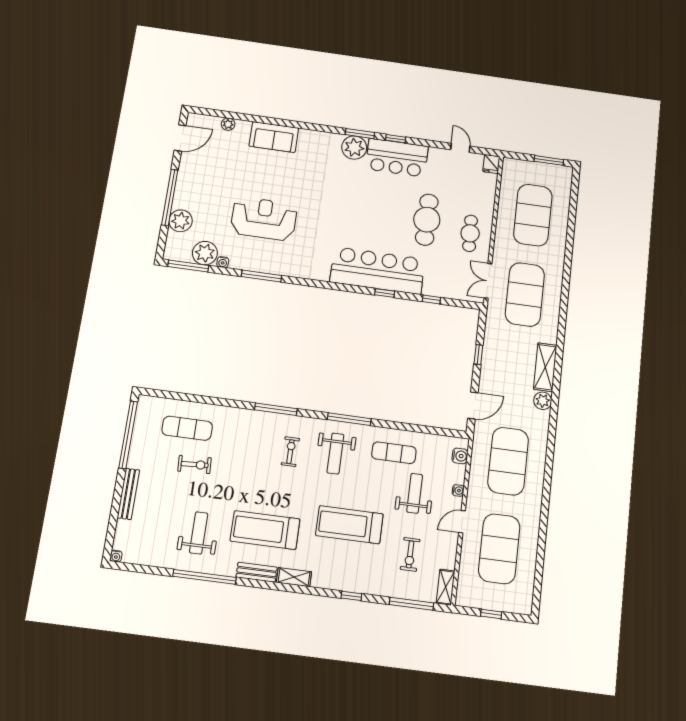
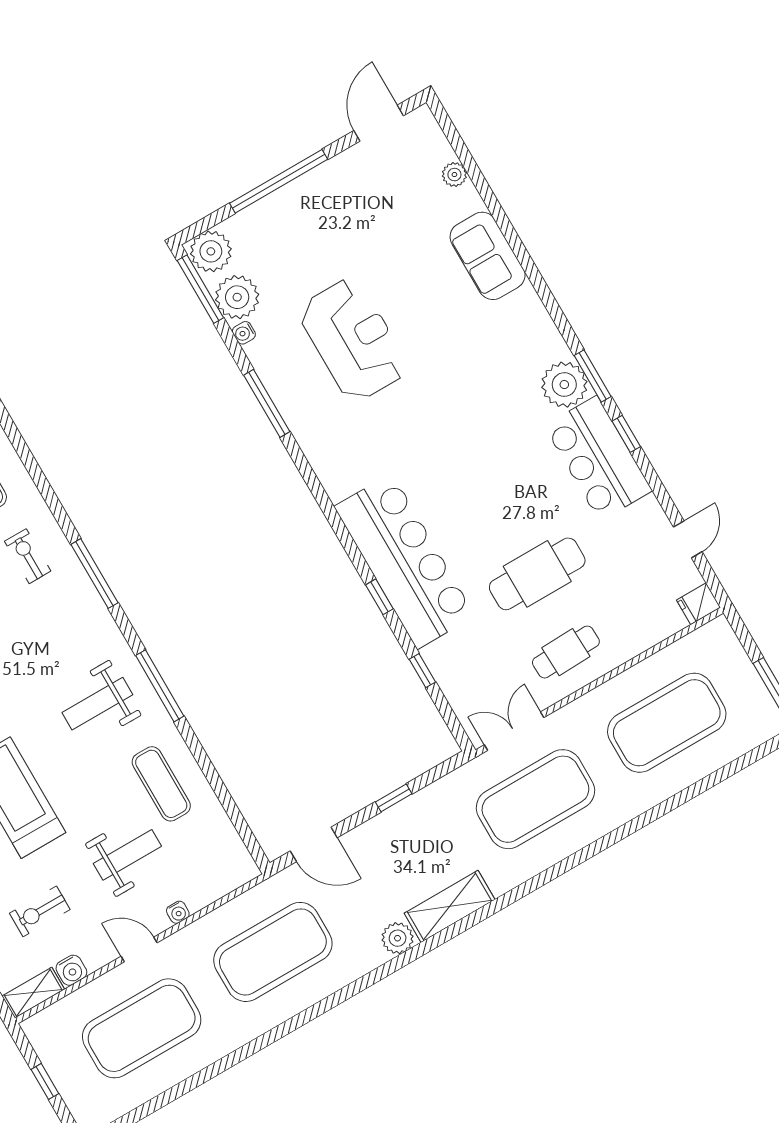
door: (180, 138) -> (379, 123), swing flipped
plant: (181, 221) -> (211, 251), moved
exercise bike: (290, 452) -> (28, 556), moved, turned -90
water cooler: (460, 456) -> (71, 970), moved

